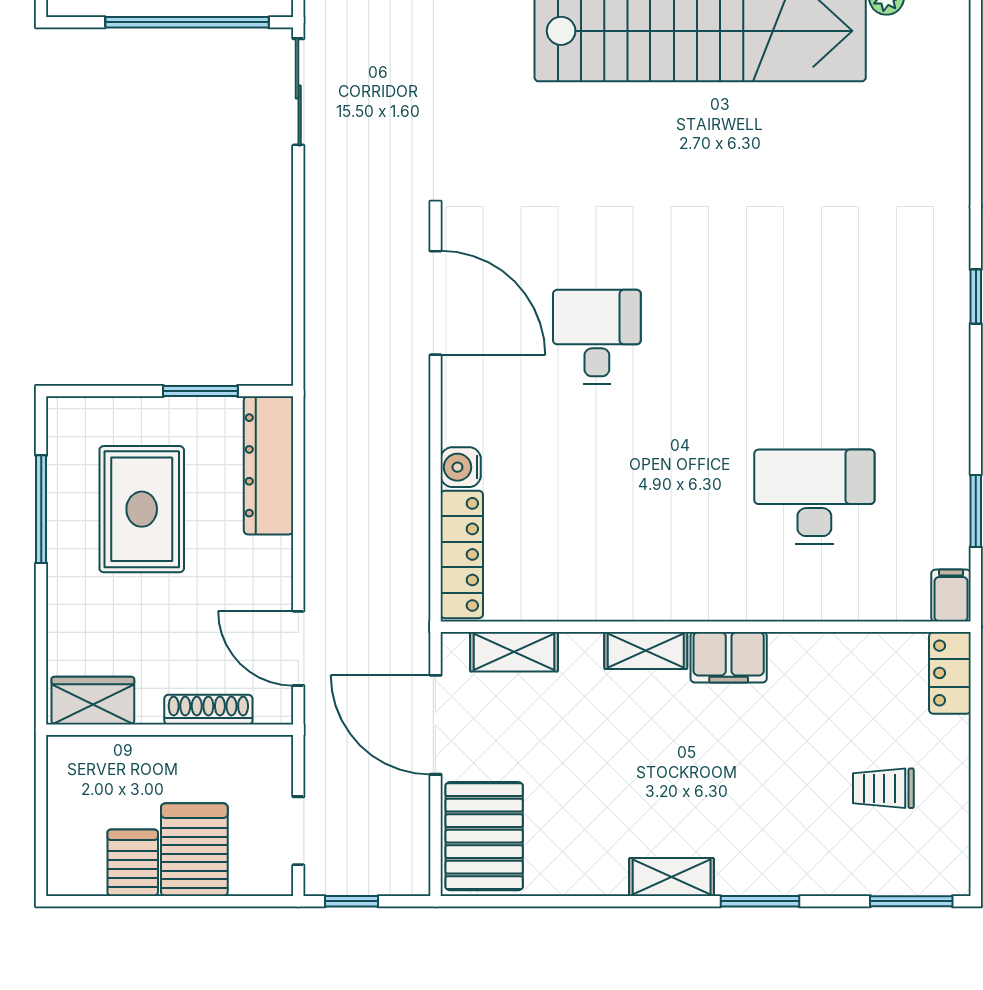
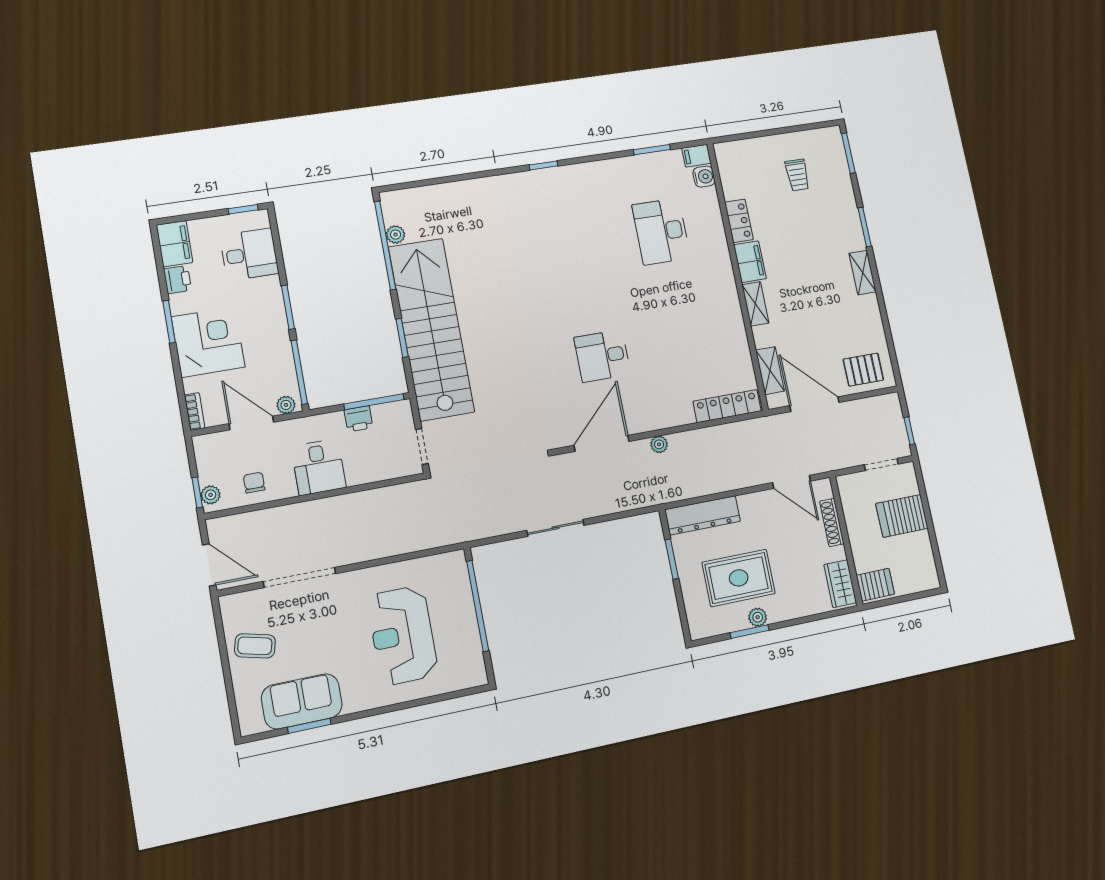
sliding door: (298, 92) -> (555, 528), moved
plant: (414, 410) -> (659, 444), added
water cooler: (461, 467) -> (704, 177), moved, turned -90
window: (41, 509) -> (750, 632), width x0.69
plant: (64, 530) -> (758, 617), added
door: (298, 648) -> (792, 482), hinge flipped
locker: (950, 673) -> (739, 221), moved, turned -90
door: (435, 725) -> (814, 404), swing flipped
pallet: (484, 836) -> (863, 370), width x0.67, depth x0.71
server rack: (133, 863) -> (875, 585), moved, turned 180

